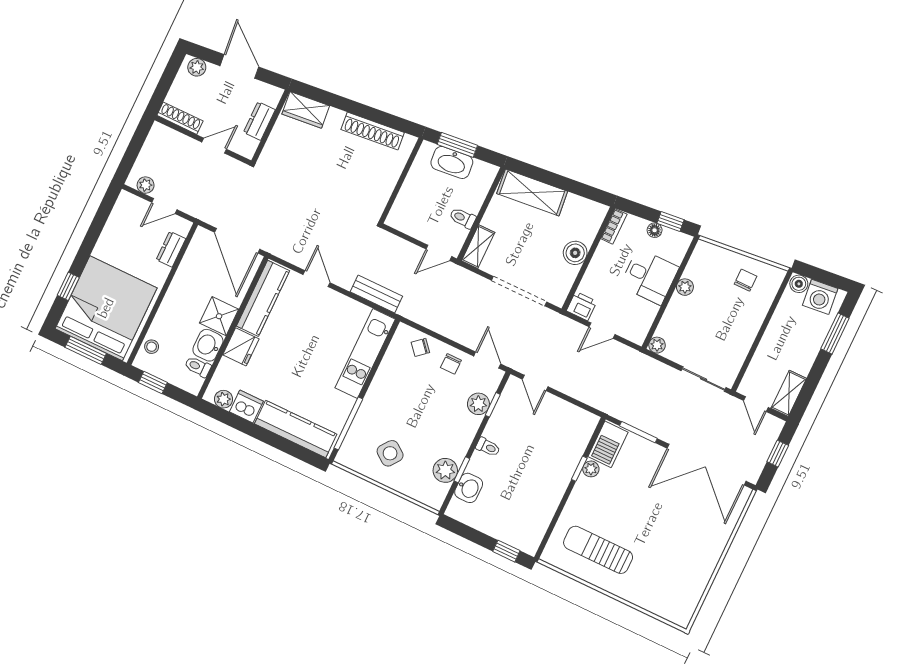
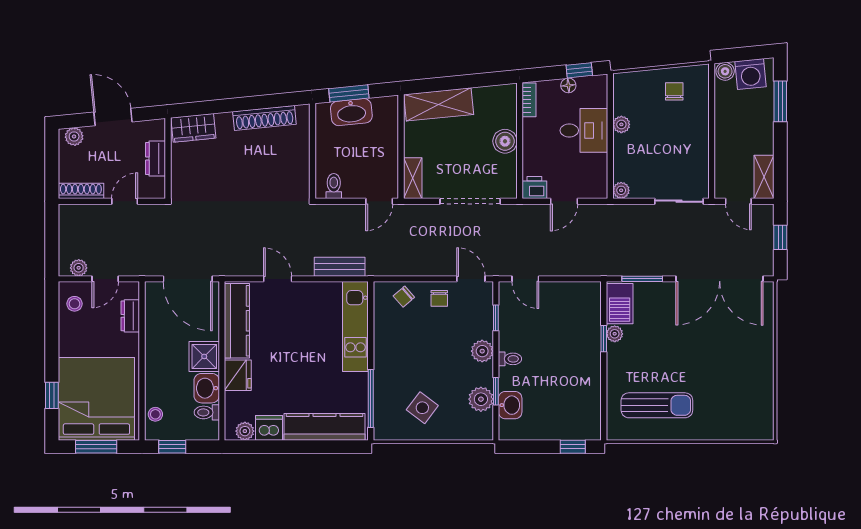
stool: (127, 215) -> (74, 304), added
toilet: (463, 218) -> (334, 186), moved, turned 90
plant: (478, 404) -> (482, 351), moved
sun lounger: (598, 550) -> (657, 405), turned 180

